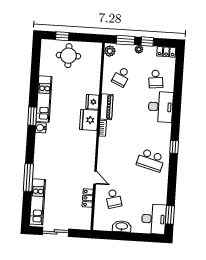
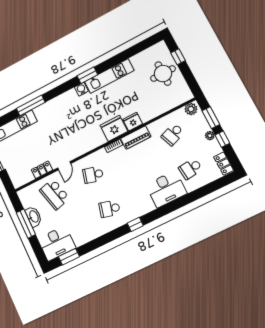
school desk: (121, 77) -> (173, 134), turned -45
school desk: (116, 158) -> (93, 175), added
school desk: (151, 160) -> (110, 209), width x0.54
school desk: (114, 199) -> (54, 194), width x1.85
window: (124, 236) -> (26, 224), added

